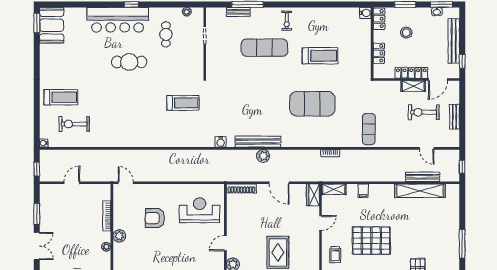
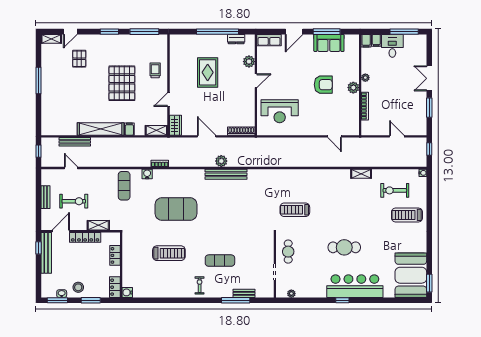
booth: (52, 25) -> (411, 275), width x1.36, depth x1.42
stool: (406, 33) -> (78, 287), moved
cafe table: (166, 34) -> (288, 252), moved
bench: (454, 41) -> (46, 253), moved
exercise mat: (265, 48) -> (220, 261), width x0.73, depth x0.69
treadmill: (320, 56) -> (169, 253), turned 180
shelving: (413, 86) -> (98, 225), moved
exercise bike: (74, 124) -> (395, 190), turned 180
shelving: (111, 142) -> (361, 174), added
water cooler: (221, 142) -> (147, 174), moved
door: (72, 183) -> (397, 136), swing flipped
door: (126, 183) -> (334, 136), moved
shelving: (420, 191) -> (101, 129), moved
armchair: (155, 218) -> (323, 85), moved
pallet: (371, 241) -> (122, 83), turned 90

